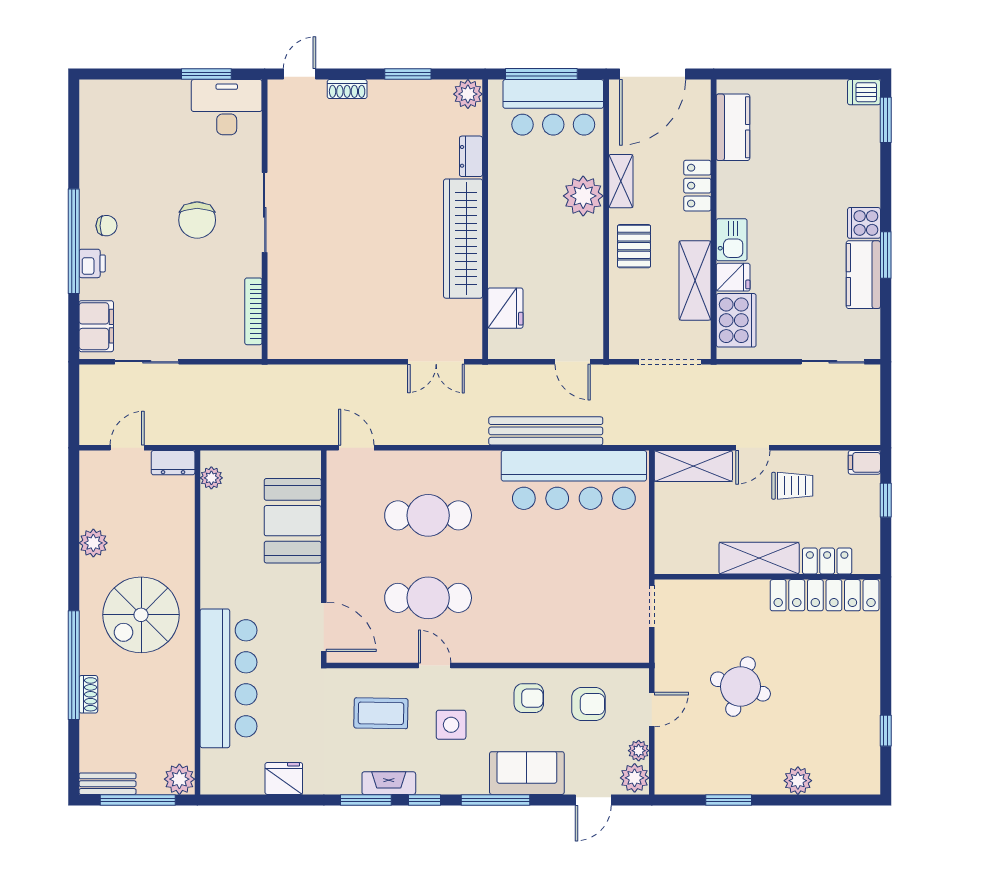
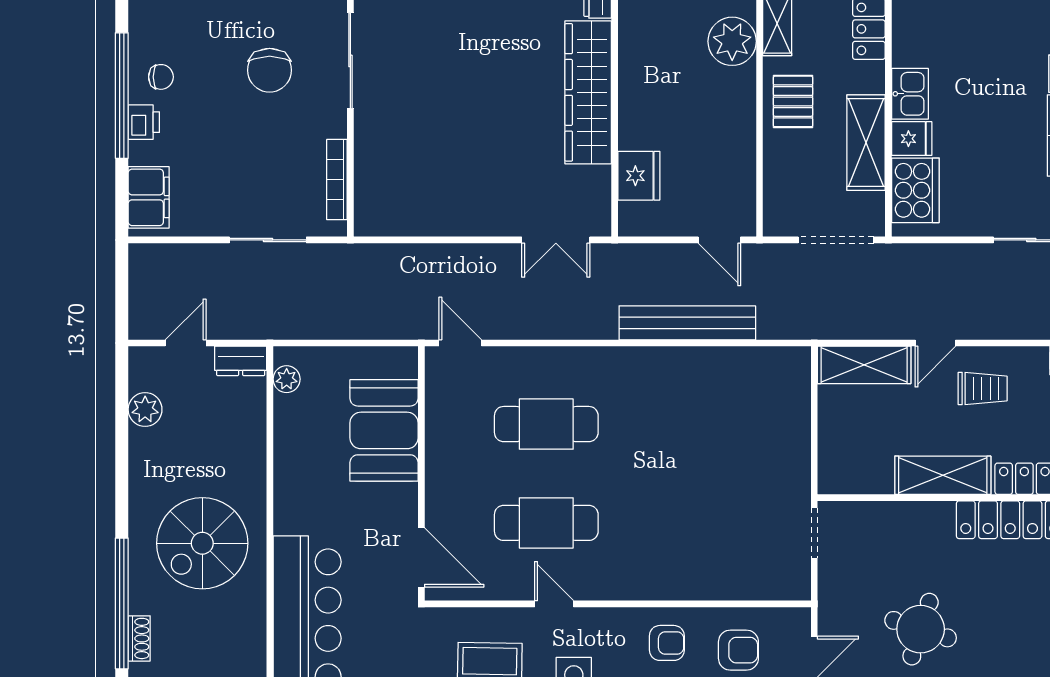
sliding door: (147, 362) -> (268, 240), moved
bar counter: (574, 480) -> (721, 382), removed
plant: (93, 543) -> (145, 409), moved

